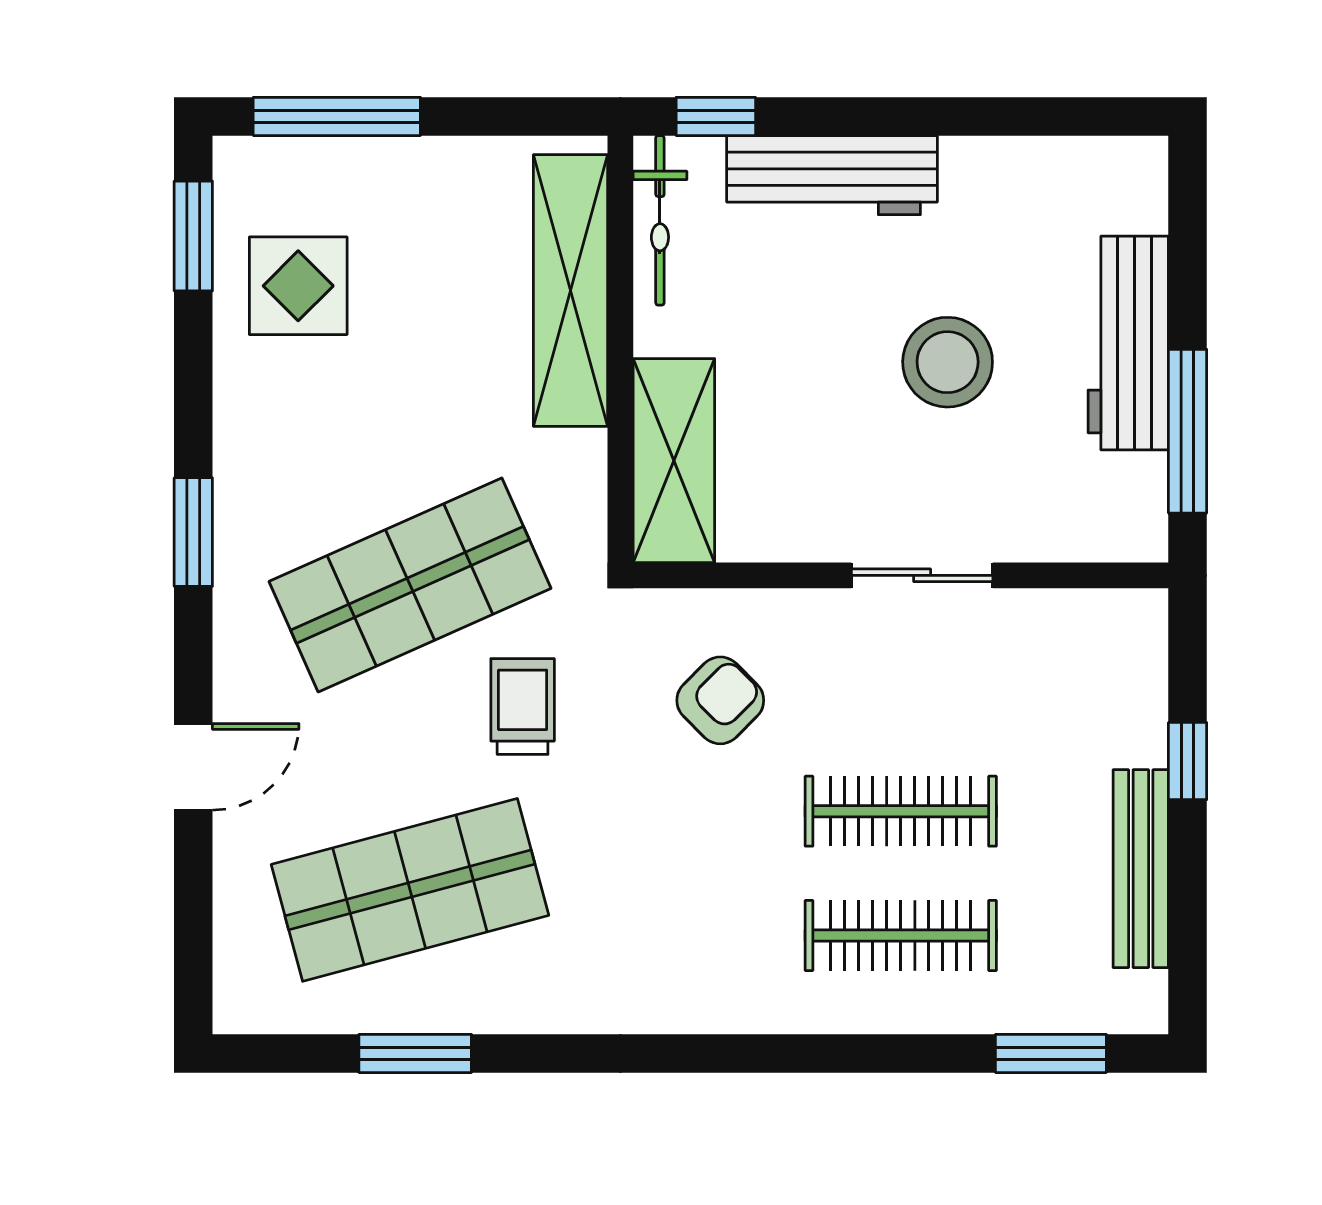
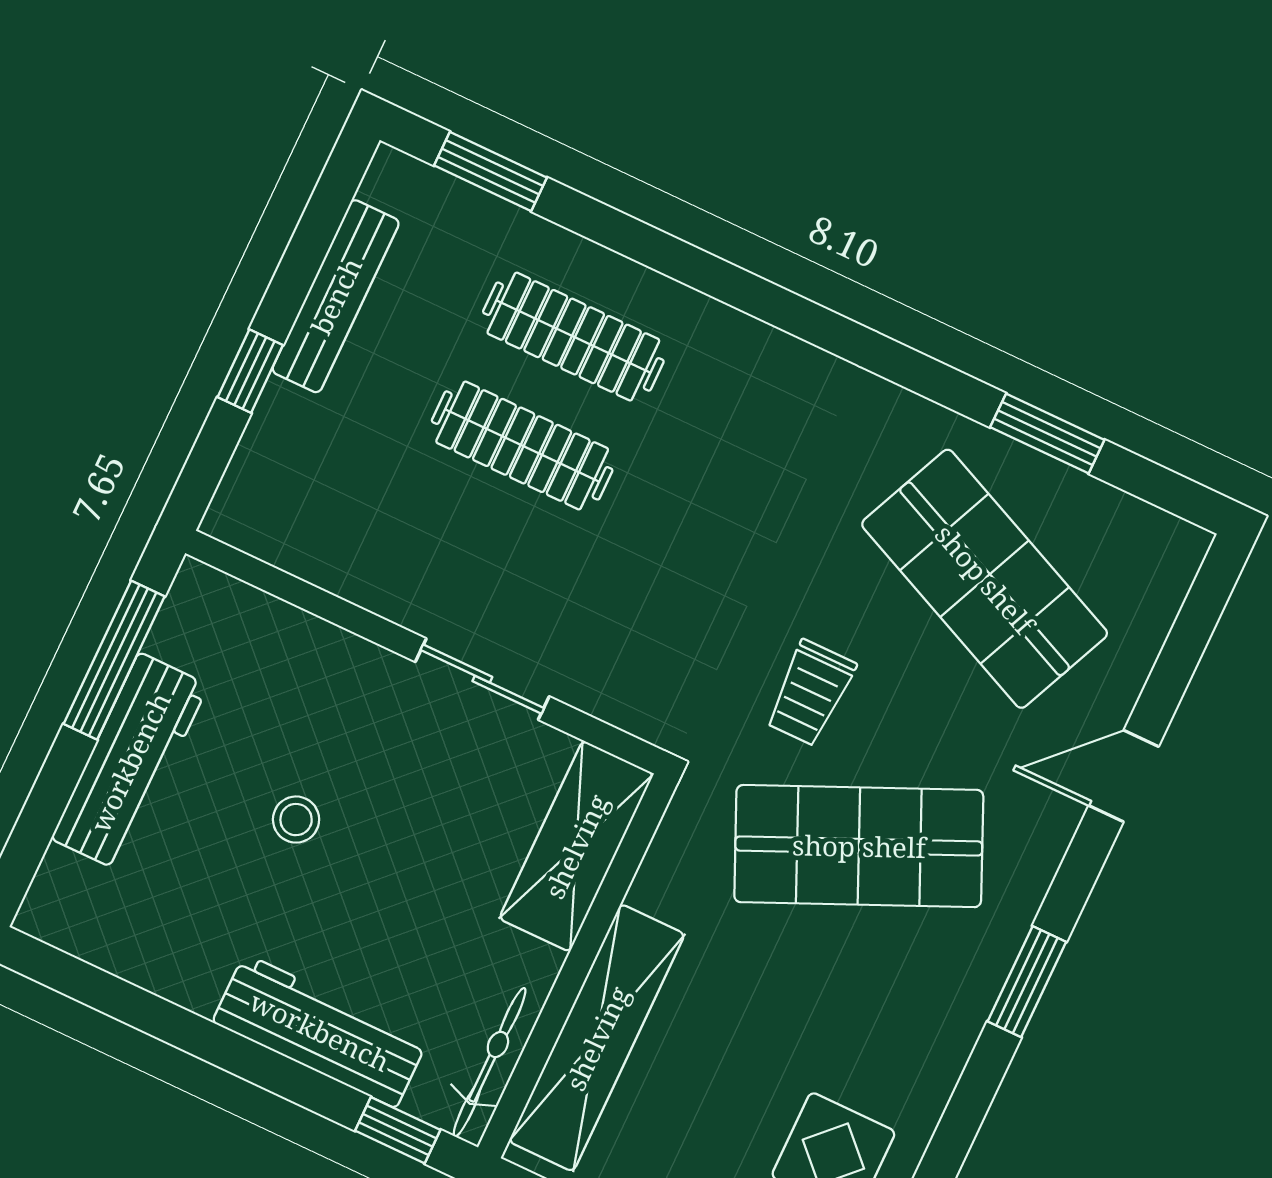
stool: (948, 362) -> (296, 820), width x0.53, depth x0.53
sliding door: (922, 575) -> (482, 679), moved
armchair: (720, 700) -> (635, 617), removed
shop shelf: (410, 890) -> (985, 579), turned 39

